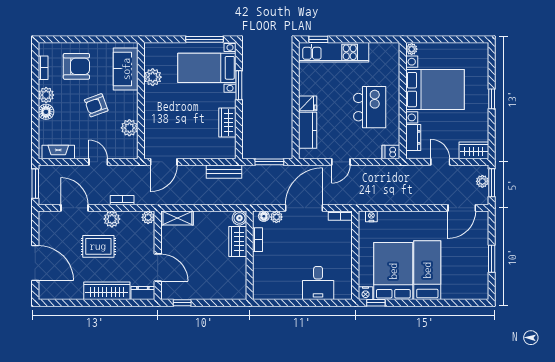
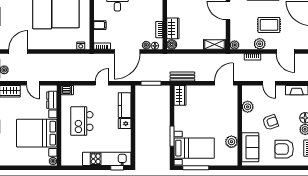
wardrobe: (227, 122) -> (180, 95), moved
filing cabinet: (343, 246) -> (100, 25), added

